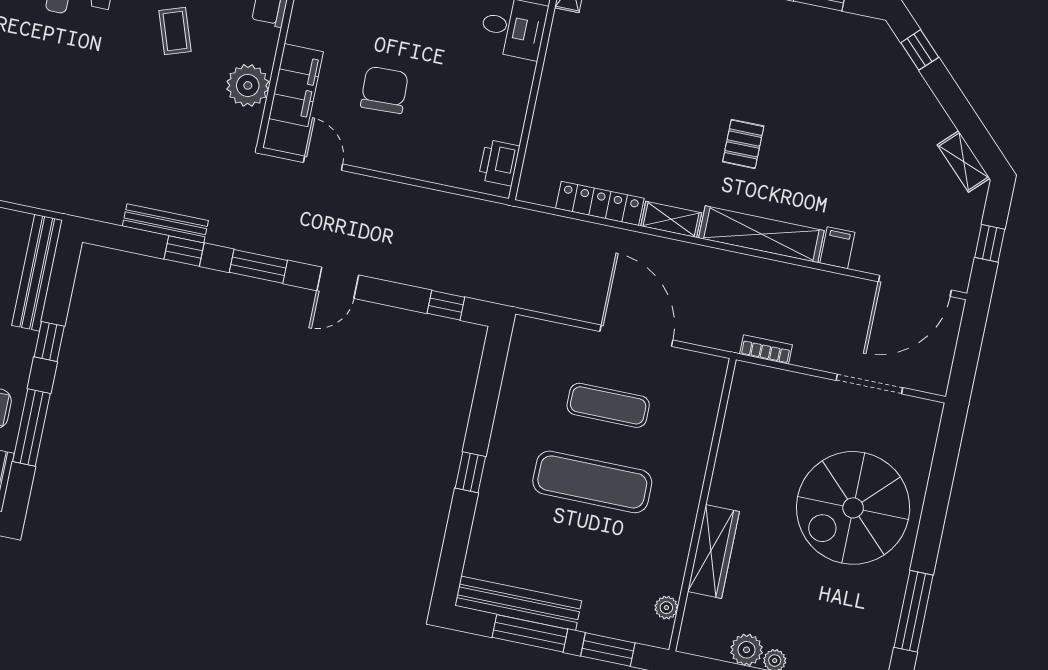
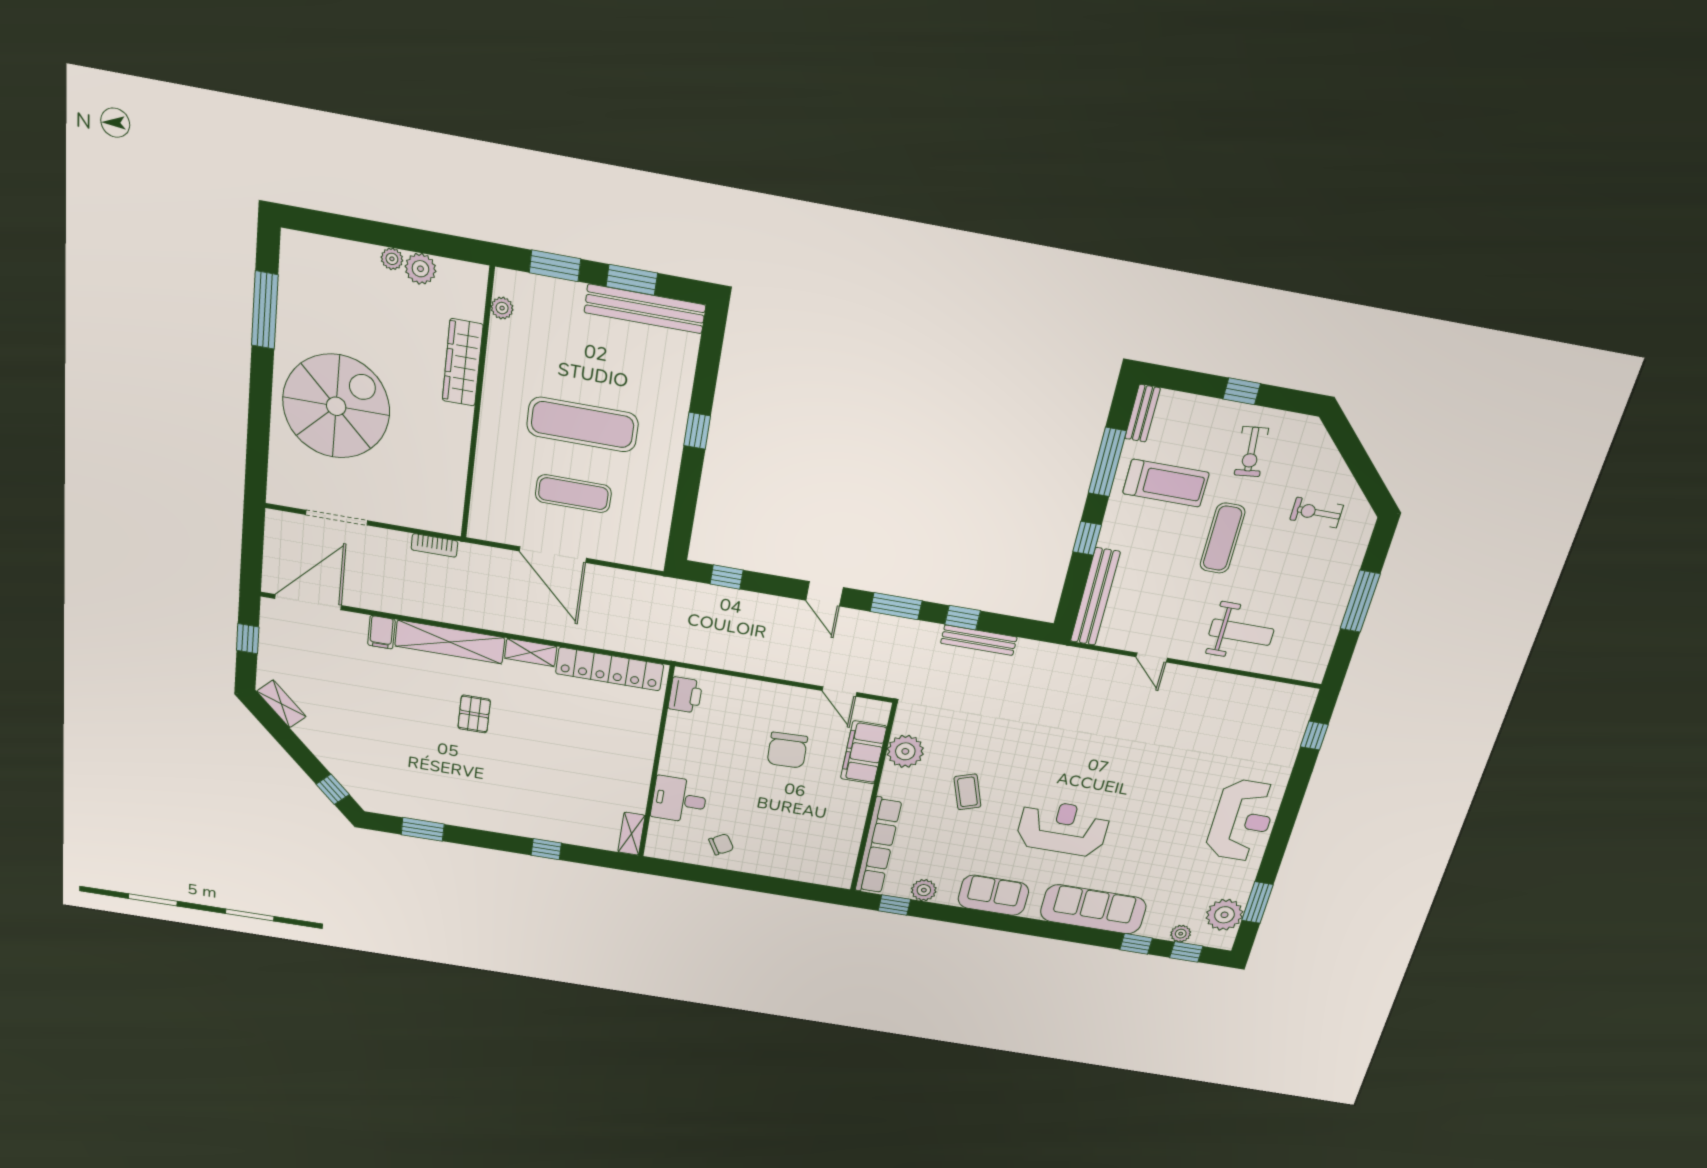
locker: (600, 203) -> (610, 669), width x1.41, depth x1.21
door: (338, 283) -> (825, 594), swing flipped
window: (530, 633) -> (632, 280), width x0.69

